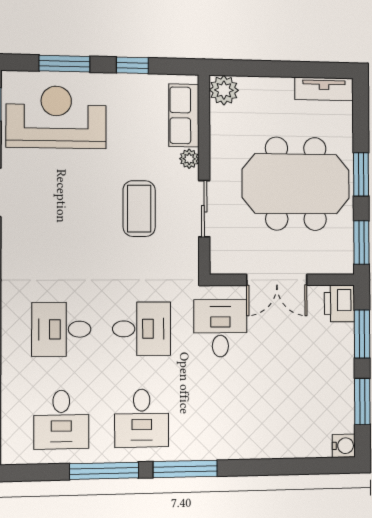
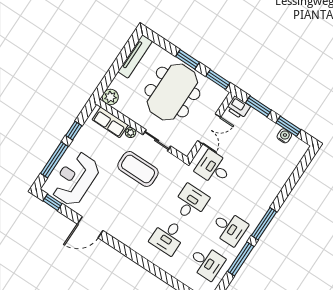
window: (64, 64) -> (54, 160), width x1.44
tv unit: (324, 89) -> (135, 56), width x1.41
coffee table: (139, 209) -> (138, 169), width x1.36, depth x1.32
water cooler: (344, 446) -> (284, 136), moved

